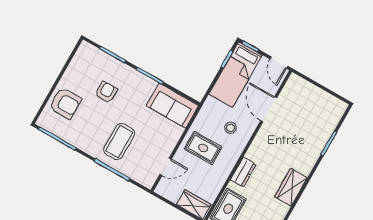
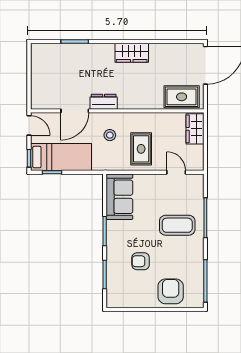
door: (279, 63) -> (29, 125), hinge flipped
dresser: (243, 172) -> (104, 102), moved

